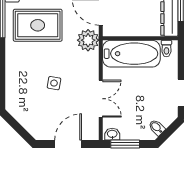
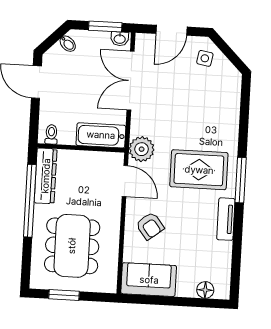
bathtub: (131, 54) -> (101, 135), width x0.73, depth x0.73
side table: (54, 83) -> (205, 58), moved
double door: (101, 99) -> (131, 81), width x1.37

